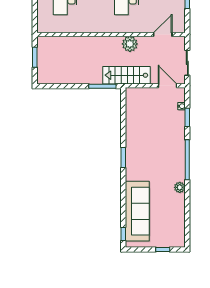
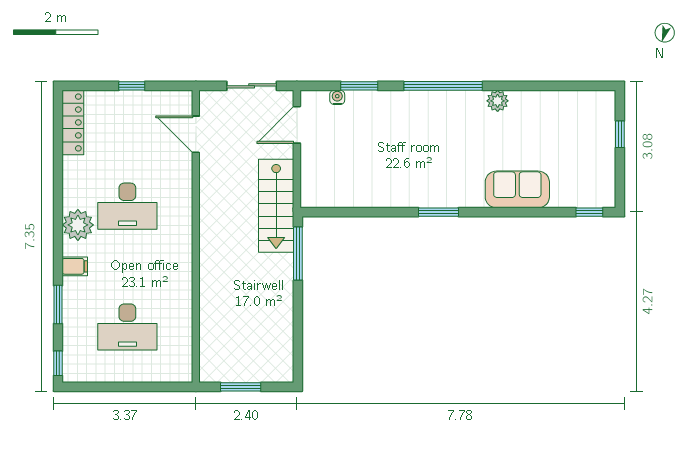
plant: (130, 44) -> (214, 199), removed
sofa: (137, 211) -> (517, 189), width x0.54, depth x0.79

